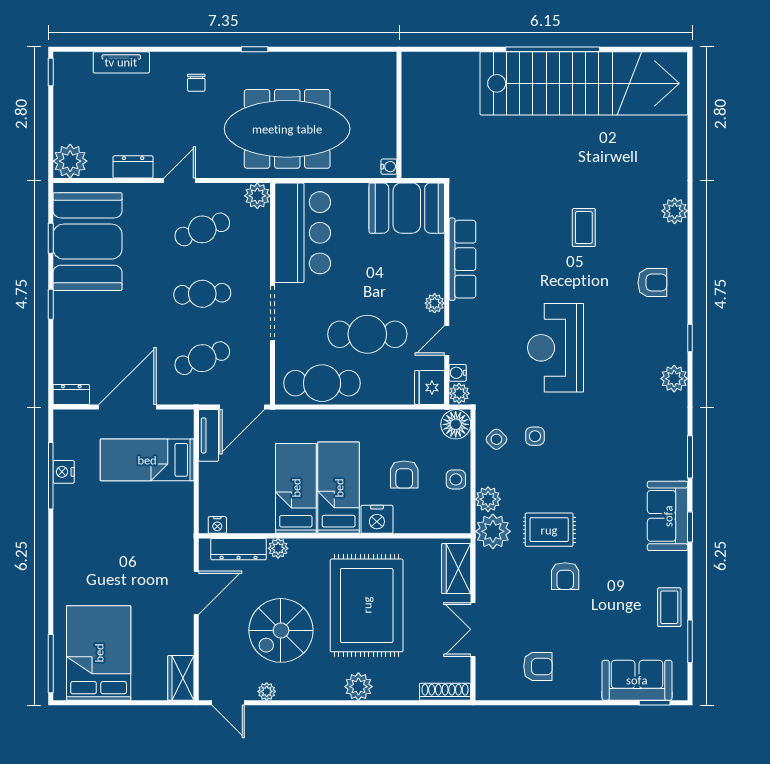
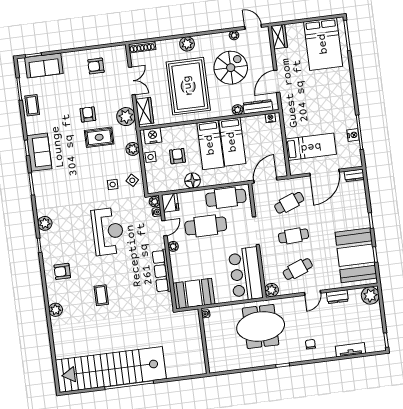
meeting table: (287, 129) -> (261, 326), width x0.73
floor lamp: (456, 424) -> (193, 180), moved
tv unit: (209, 435) -> (281, 163), removed
nightstand: (377, 519) -> (153, 136), moved
plant: (493, 531) -> (126, 117), moved

